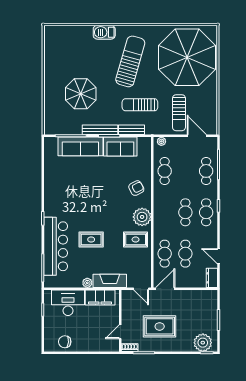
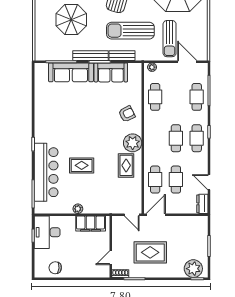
sun lounger: (140, 105) -> (130, 31), width x1.36, depth x1.34
rug: (136, 240) -> (126, 165), turned 90
fireplace: (110, 281) -> (100, 207), removed
desk: (68, 303) -> (47, 232), moved, turned -90

